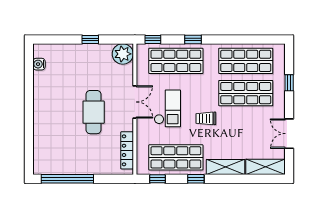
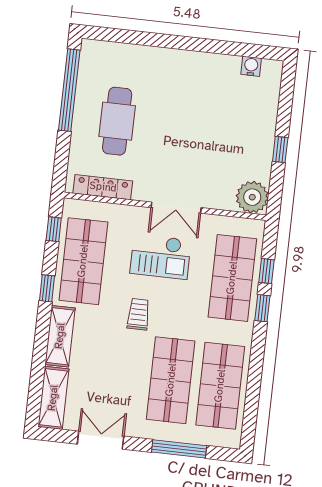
window: (153, 40) -> (267, 271), moved
window: (289, 83) -> (179, 449), width x2.17
cafe table: (94, 112) -> (117, 121), moved, turned 90

